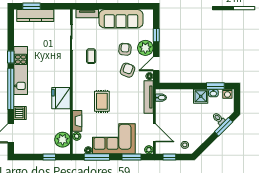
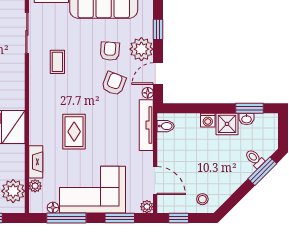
washing machine: (227, 94) -> (208, 120), moved

